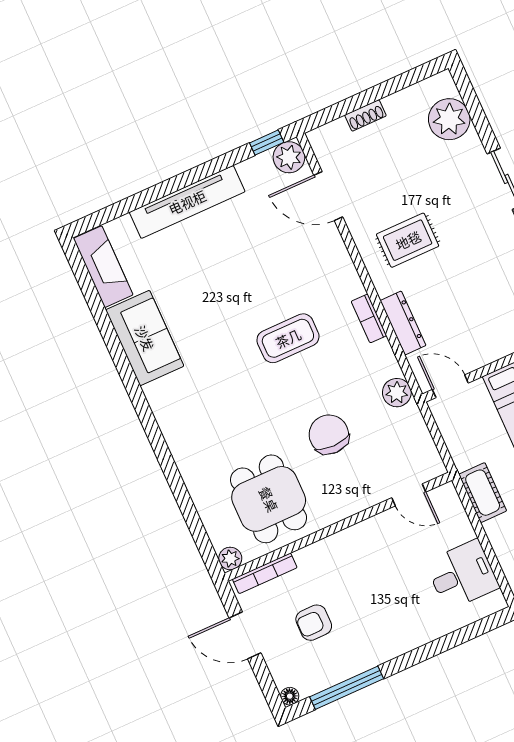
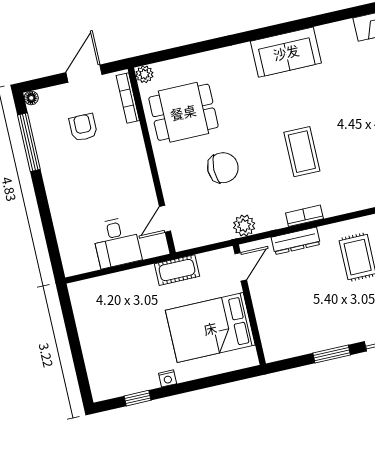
sofa: (145, 338) -> (286, 52), moved
cot: (483, 493) -> (177, 270), moved
desk: (462, 575) -> (117, 242), moved

